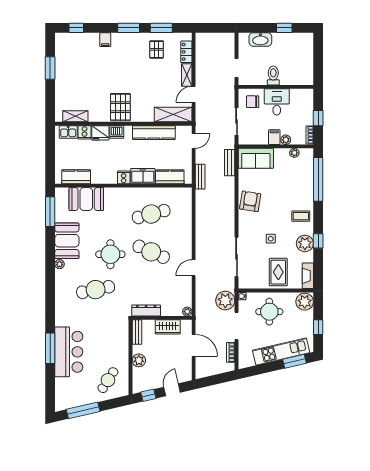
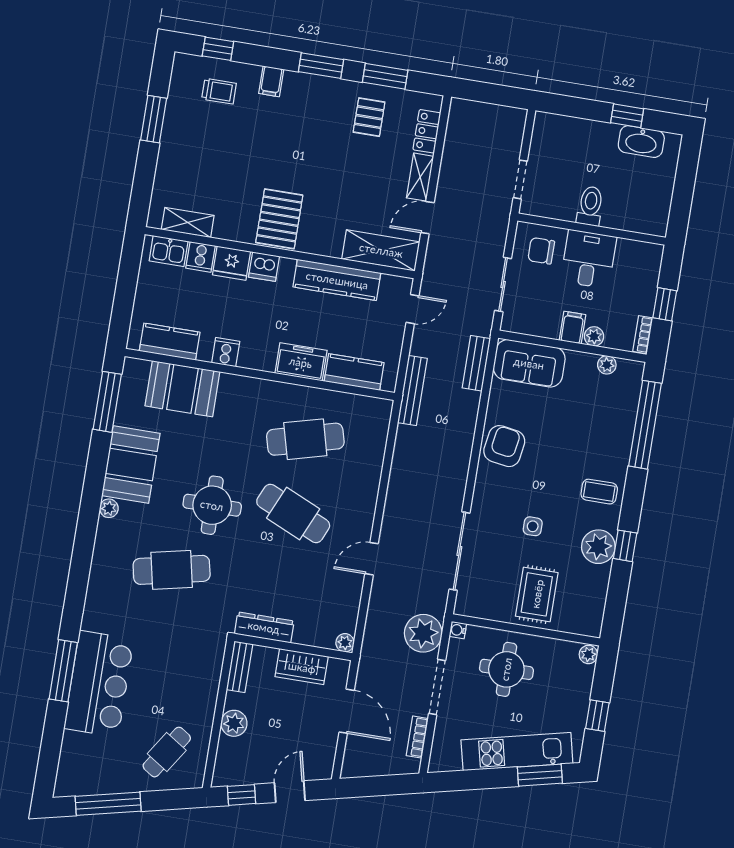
washbasin: (260, 39) -> (641, 142), moved
trolley: (80, 49) -> (219, 91), added
cooker: (124, 177) -> (226, 352), moved
bench: (200, 177) -> (412, 391), width x1.36
fireplace: (308, 276) -> (594, 611), removed
plant: (305, 302) -> (588, 654), width x0.53, depth x0.53

